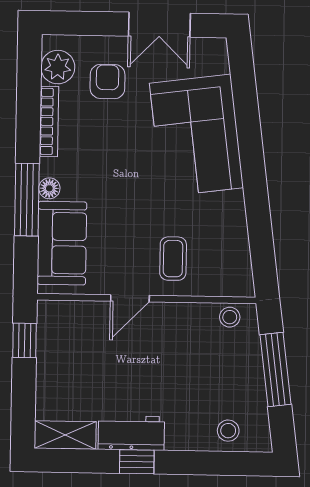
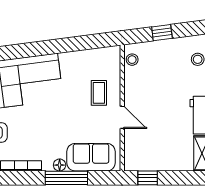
coffee table: (173, 259) -> (99, 93), turned 90
window: (275, 370) -> (162, 33), width x0.46

